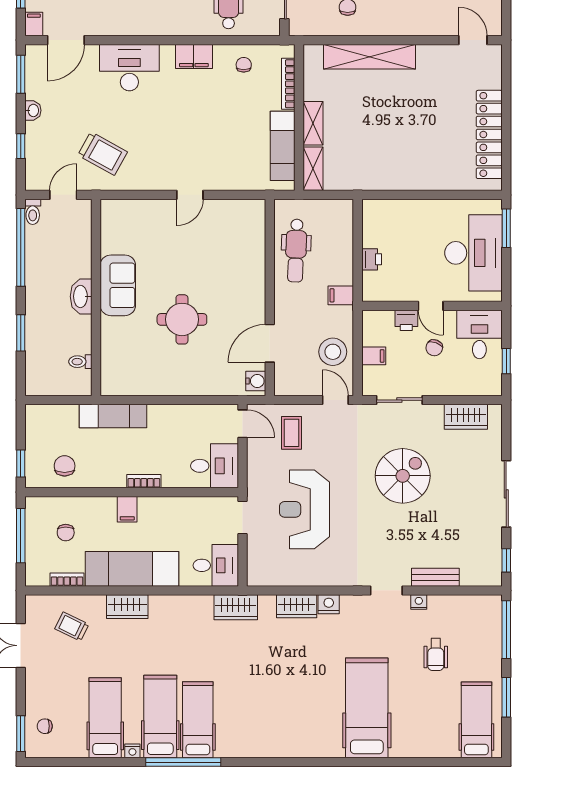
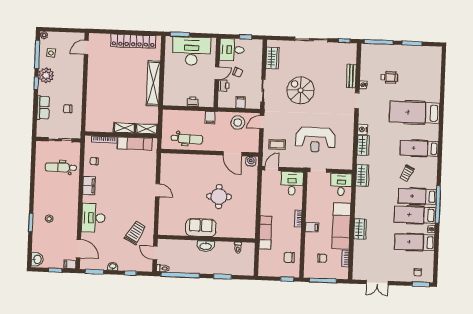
shelving: (370, 57) -> (153, 83), moved
trolley: (72, 627) -> (407, 173), moved
hospital bed: (476, 720) -> (419, 148), moved

